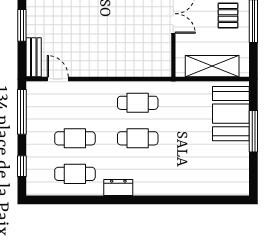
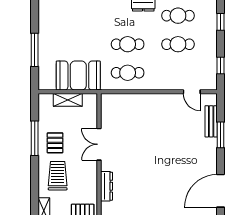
bench: (34, 57) -> (211, 121), moved
shelving: (212, 66) -> (68, 100), width x0.67, depth x0.75
window: (22, 112) -> (221, 65), width x0.46
booth: (231, 114) -> (78, 76), moved, turned 90

